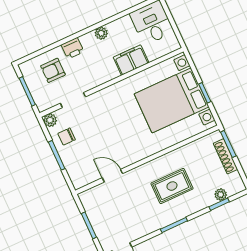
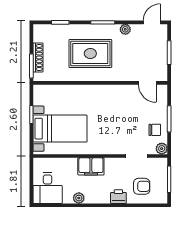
plant: (101, 33) -> (79, 198), moved
filing cabinet: (131, 60) -> (91, 166), moved
bed with nightstands: (172, 100) -> (60, 129), width x0.73
door: (112, 176) -> (147, 83), moved
rug: (172, 186) -> (90, 53), width x1.36, depth x1.43
plant: (221, 195) -> (125, 29), moved

